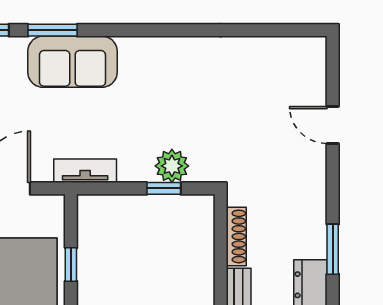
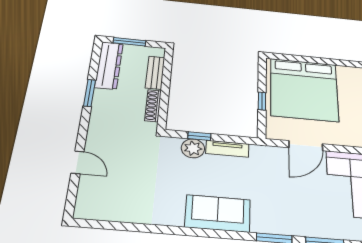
sofa: (72, 62) -> (218, 213), moved
tv unit: (85, 171) -> (227, 149), moved

